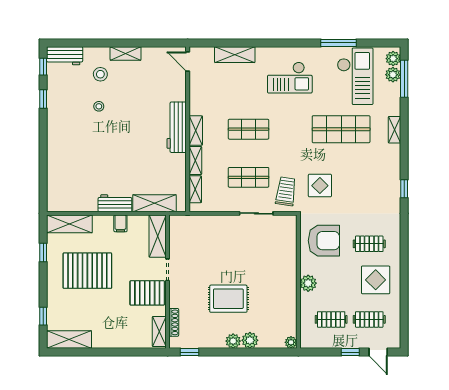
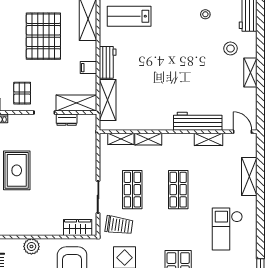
door: (188, 62) -> (243, 132), hinge flipped
stool: (99, 106) -> (205, 14), moved
workbench: (177, 127) -> (198, 121), moved
shelving: (196, 131) -> (208, 139), moved
lab bench: (66, 181) -> (129, 16), added
wardrobe: (288, 235) -> (78, 228), added
dresser: (175, 246) -> (67, 120), added
pallet: (147, 293) -> (22, 93), width x0.67, depth x0.71

